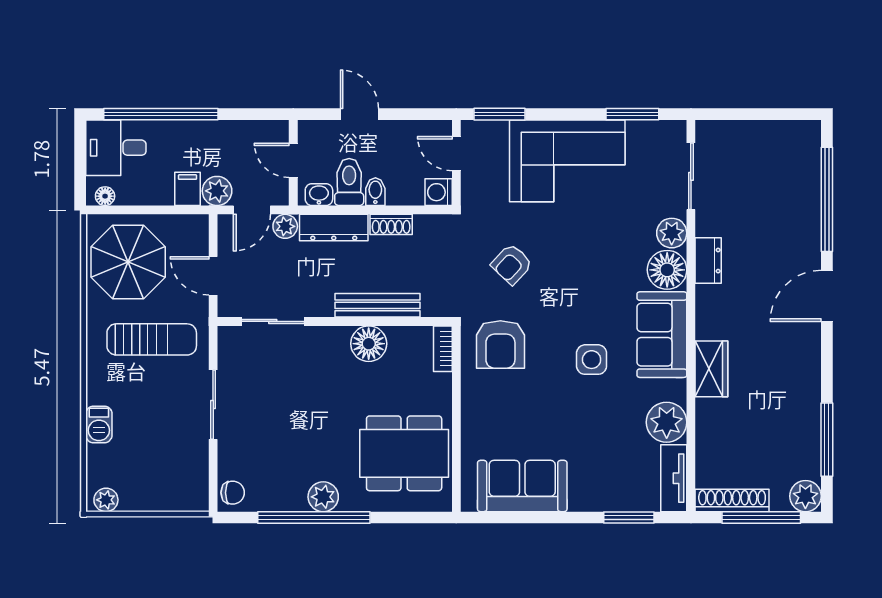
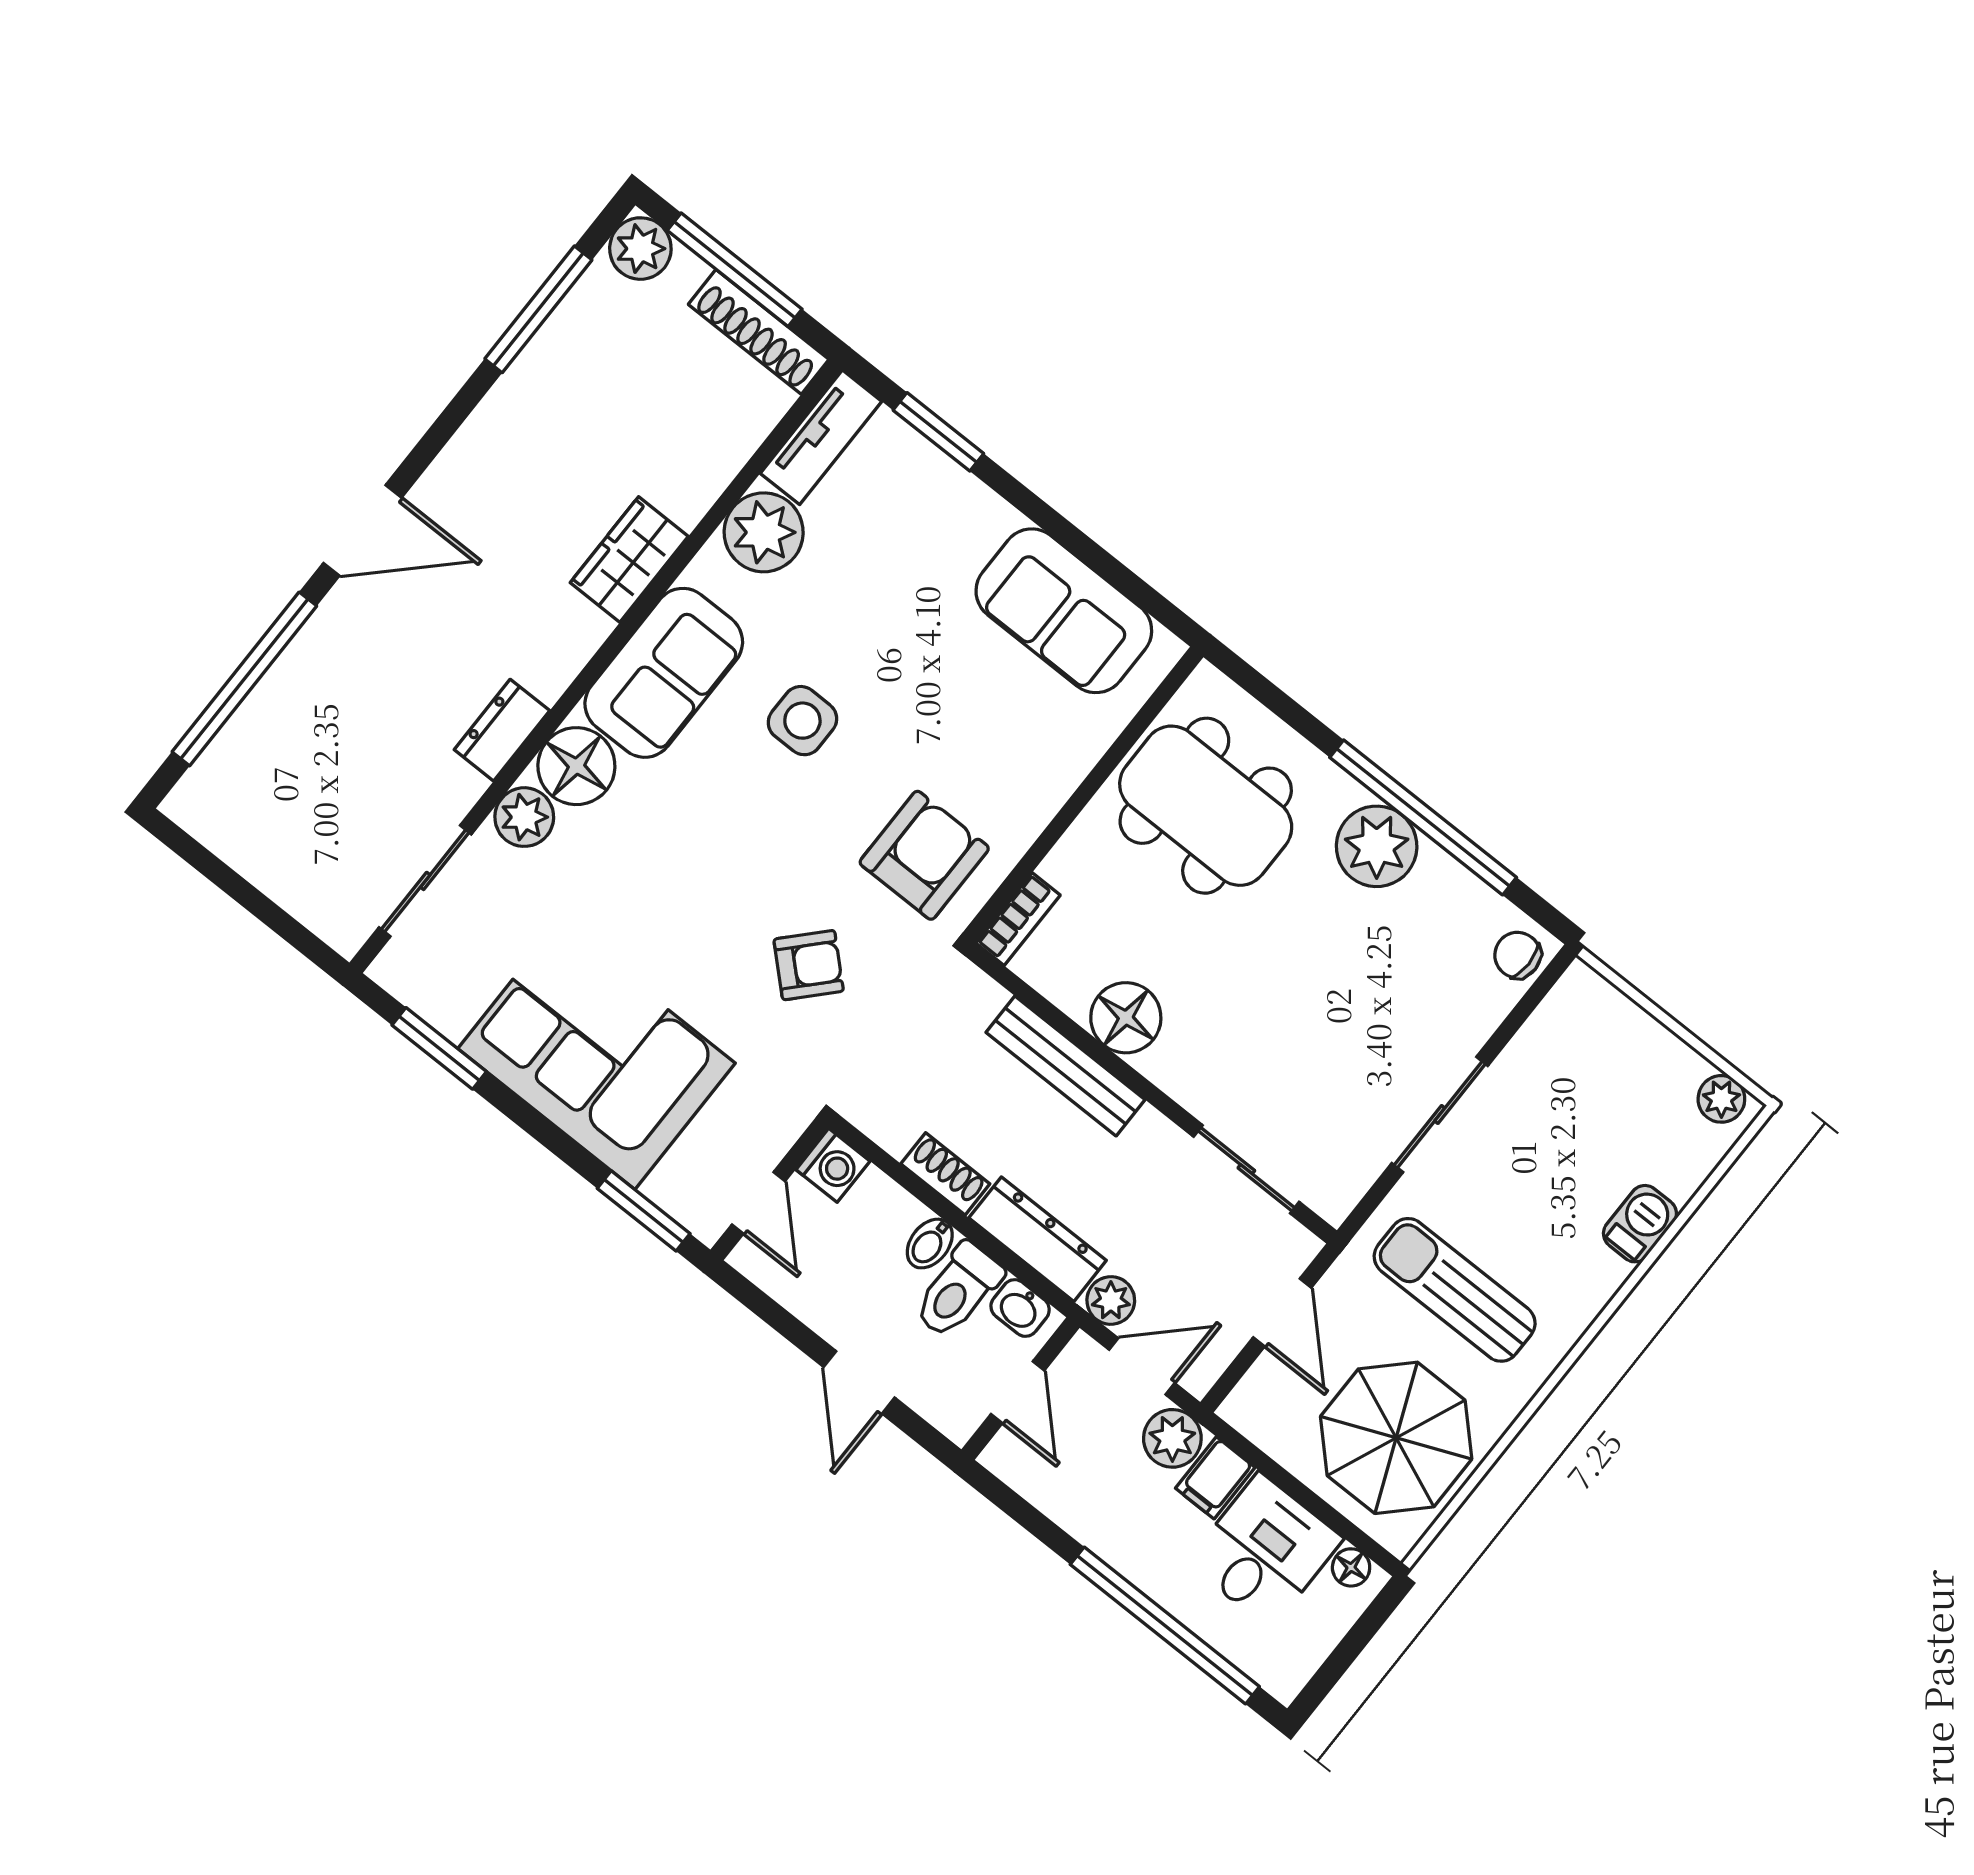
desk: (116, 148) -> (1265, 1551), moved, turned -90
plant: (323, 497) -> (1377, 846), width x1.36, depth x1.36

